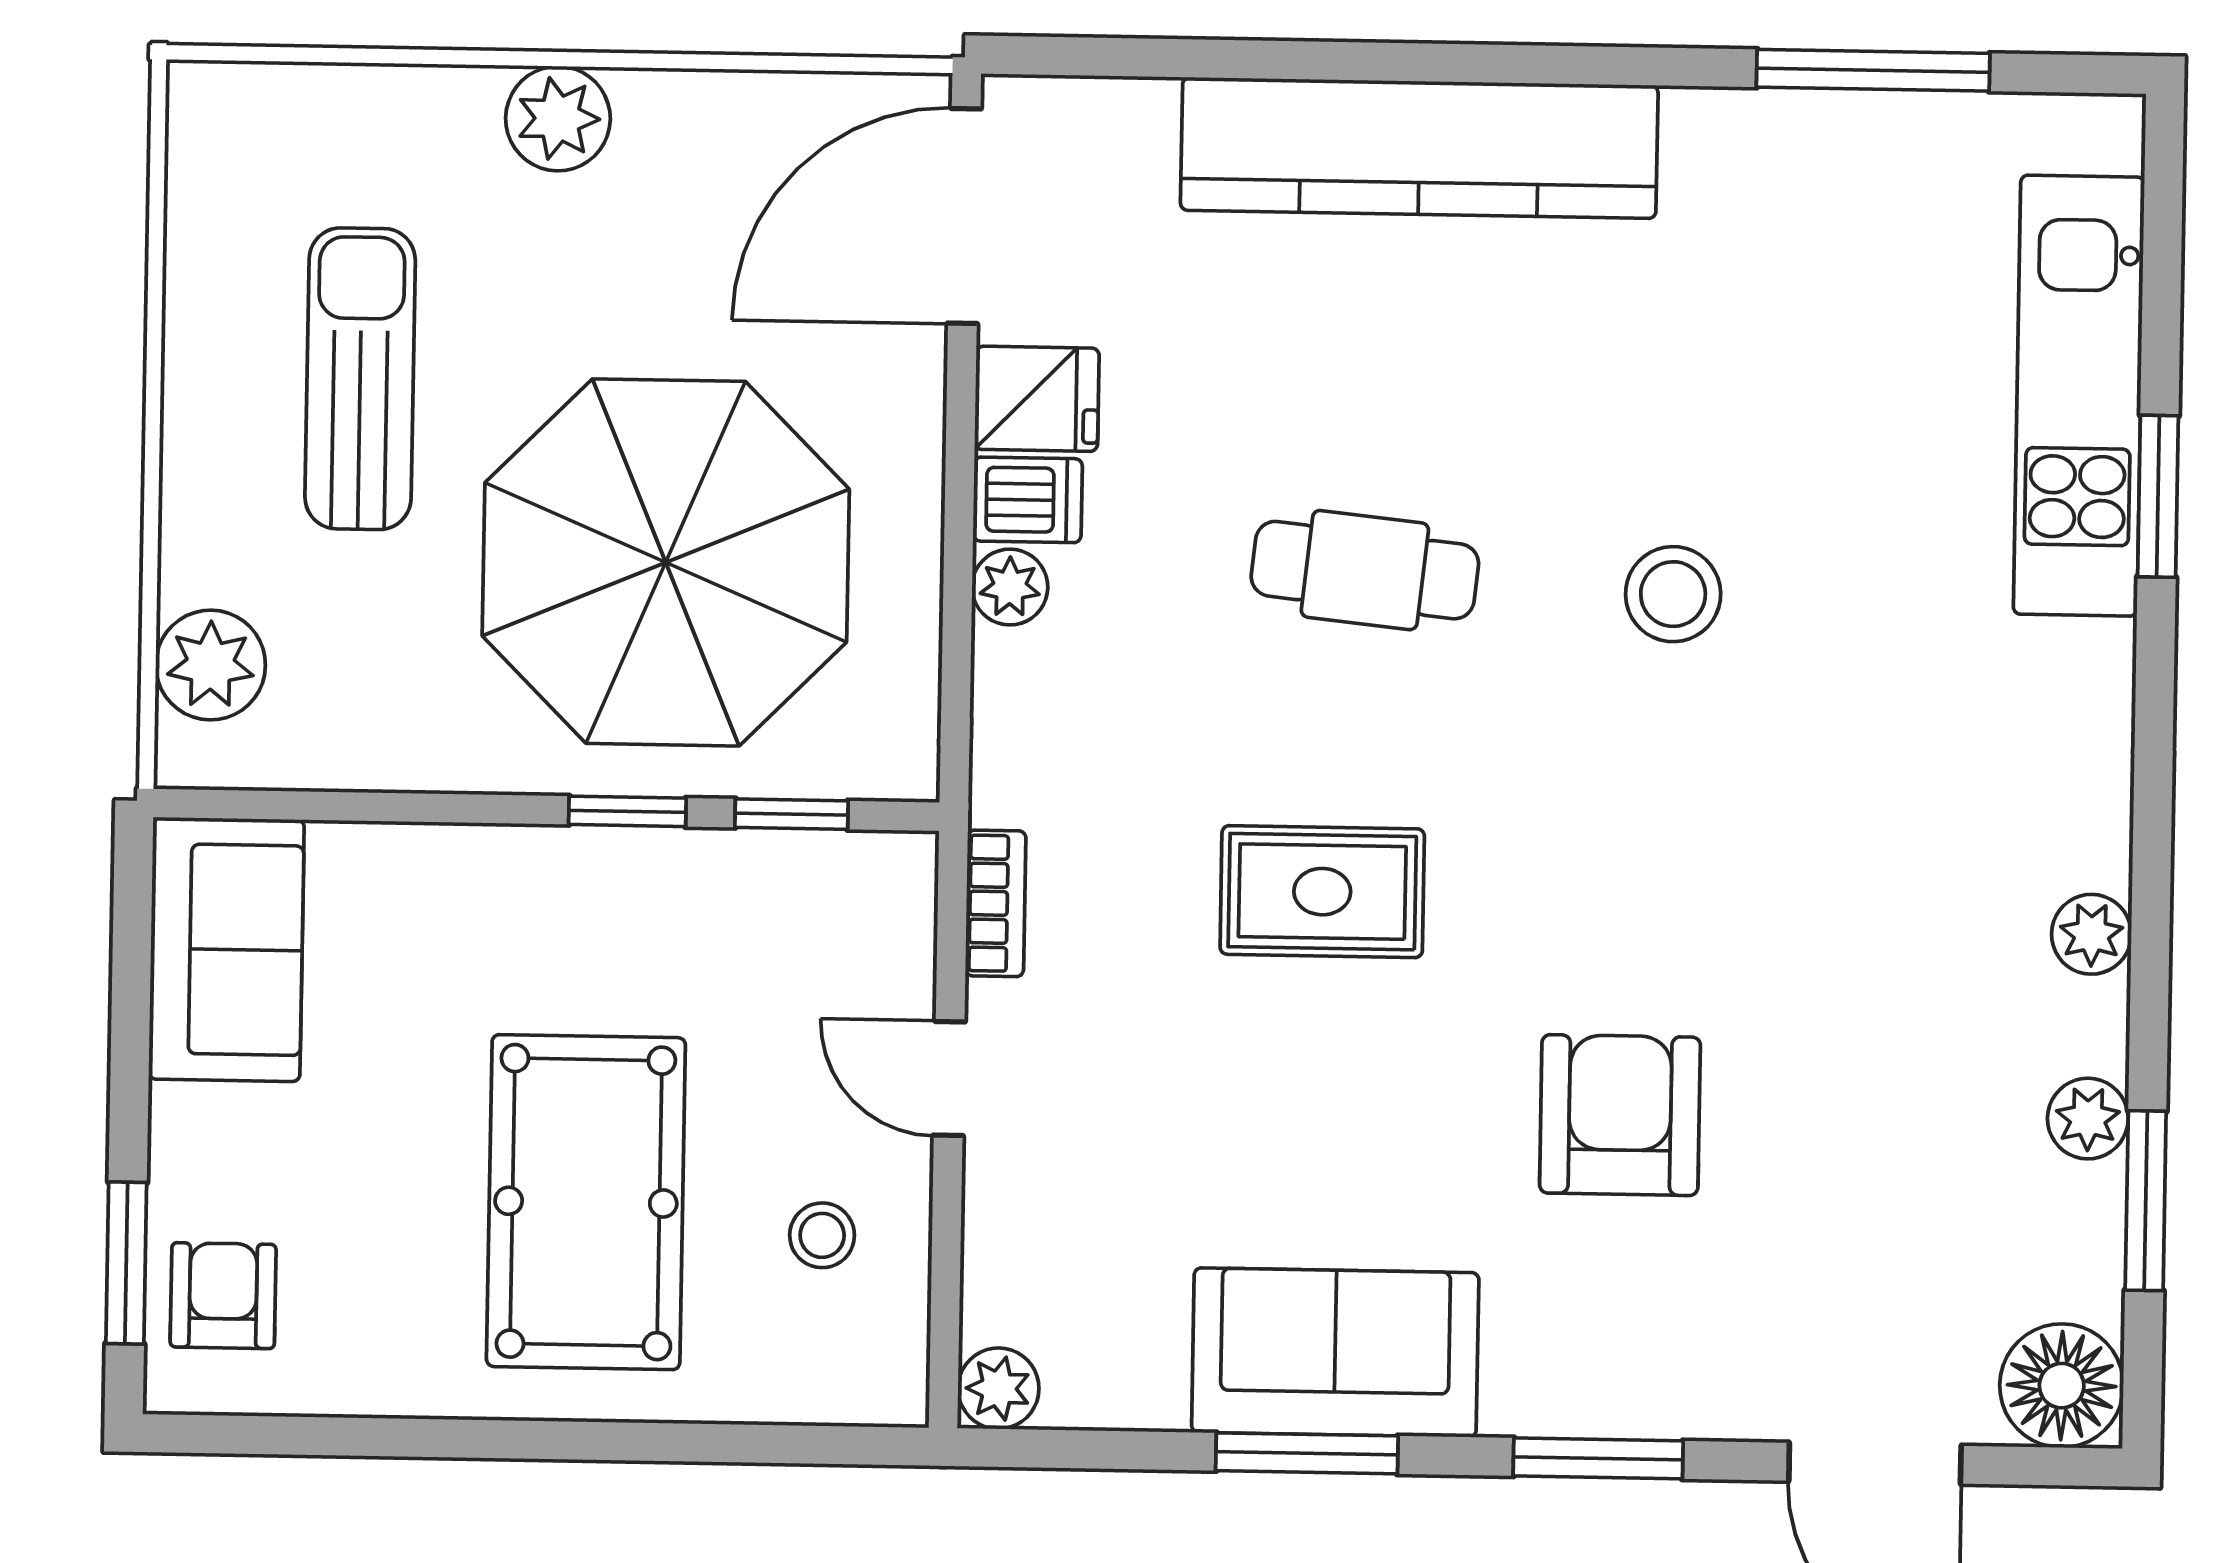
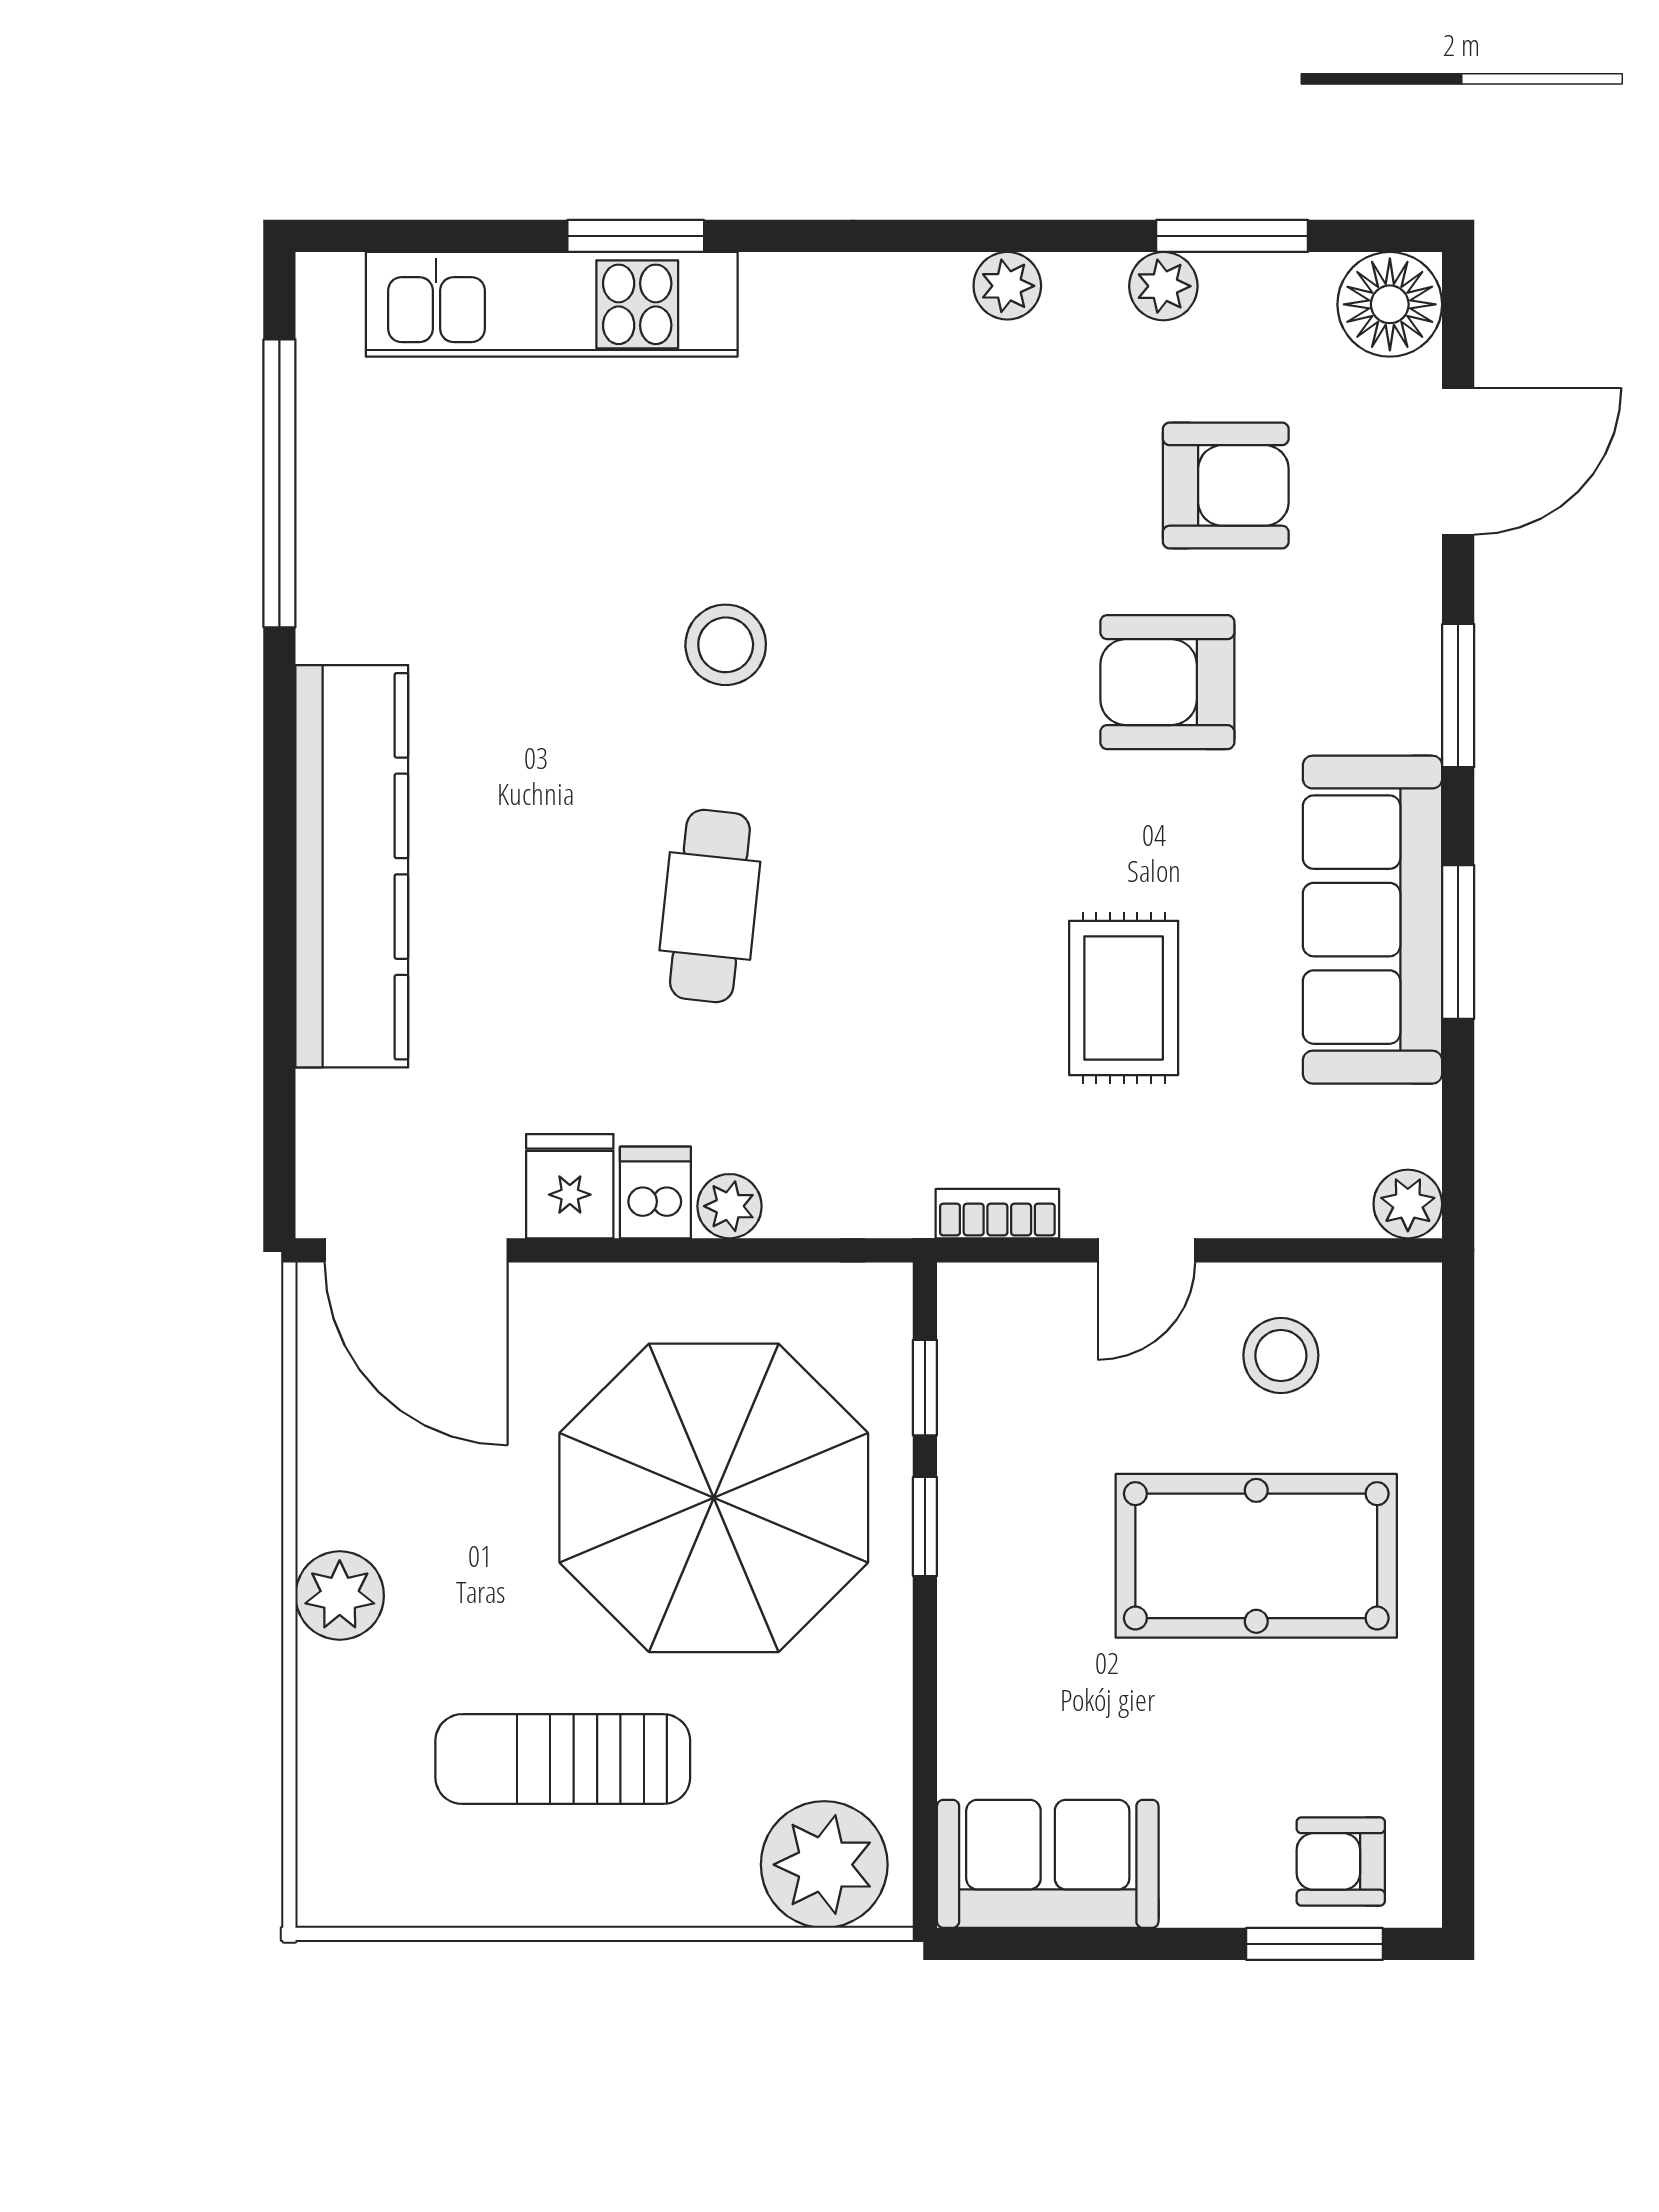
window: (1873, 70) -> (279, 483), width x1.46
plant: (211, 665) -> (824, 1865), width x1.36, depth x1.36
rug: (1322, 892) -> (1124, 998), moved
armchair: (1851, 1188) -> (1226, 485), added
stool: (822, 1235) -> (1281, 1355), width x1.37, depth x1.37
sofa: (1335, 1353) -> (1372, 920), width x1.36

